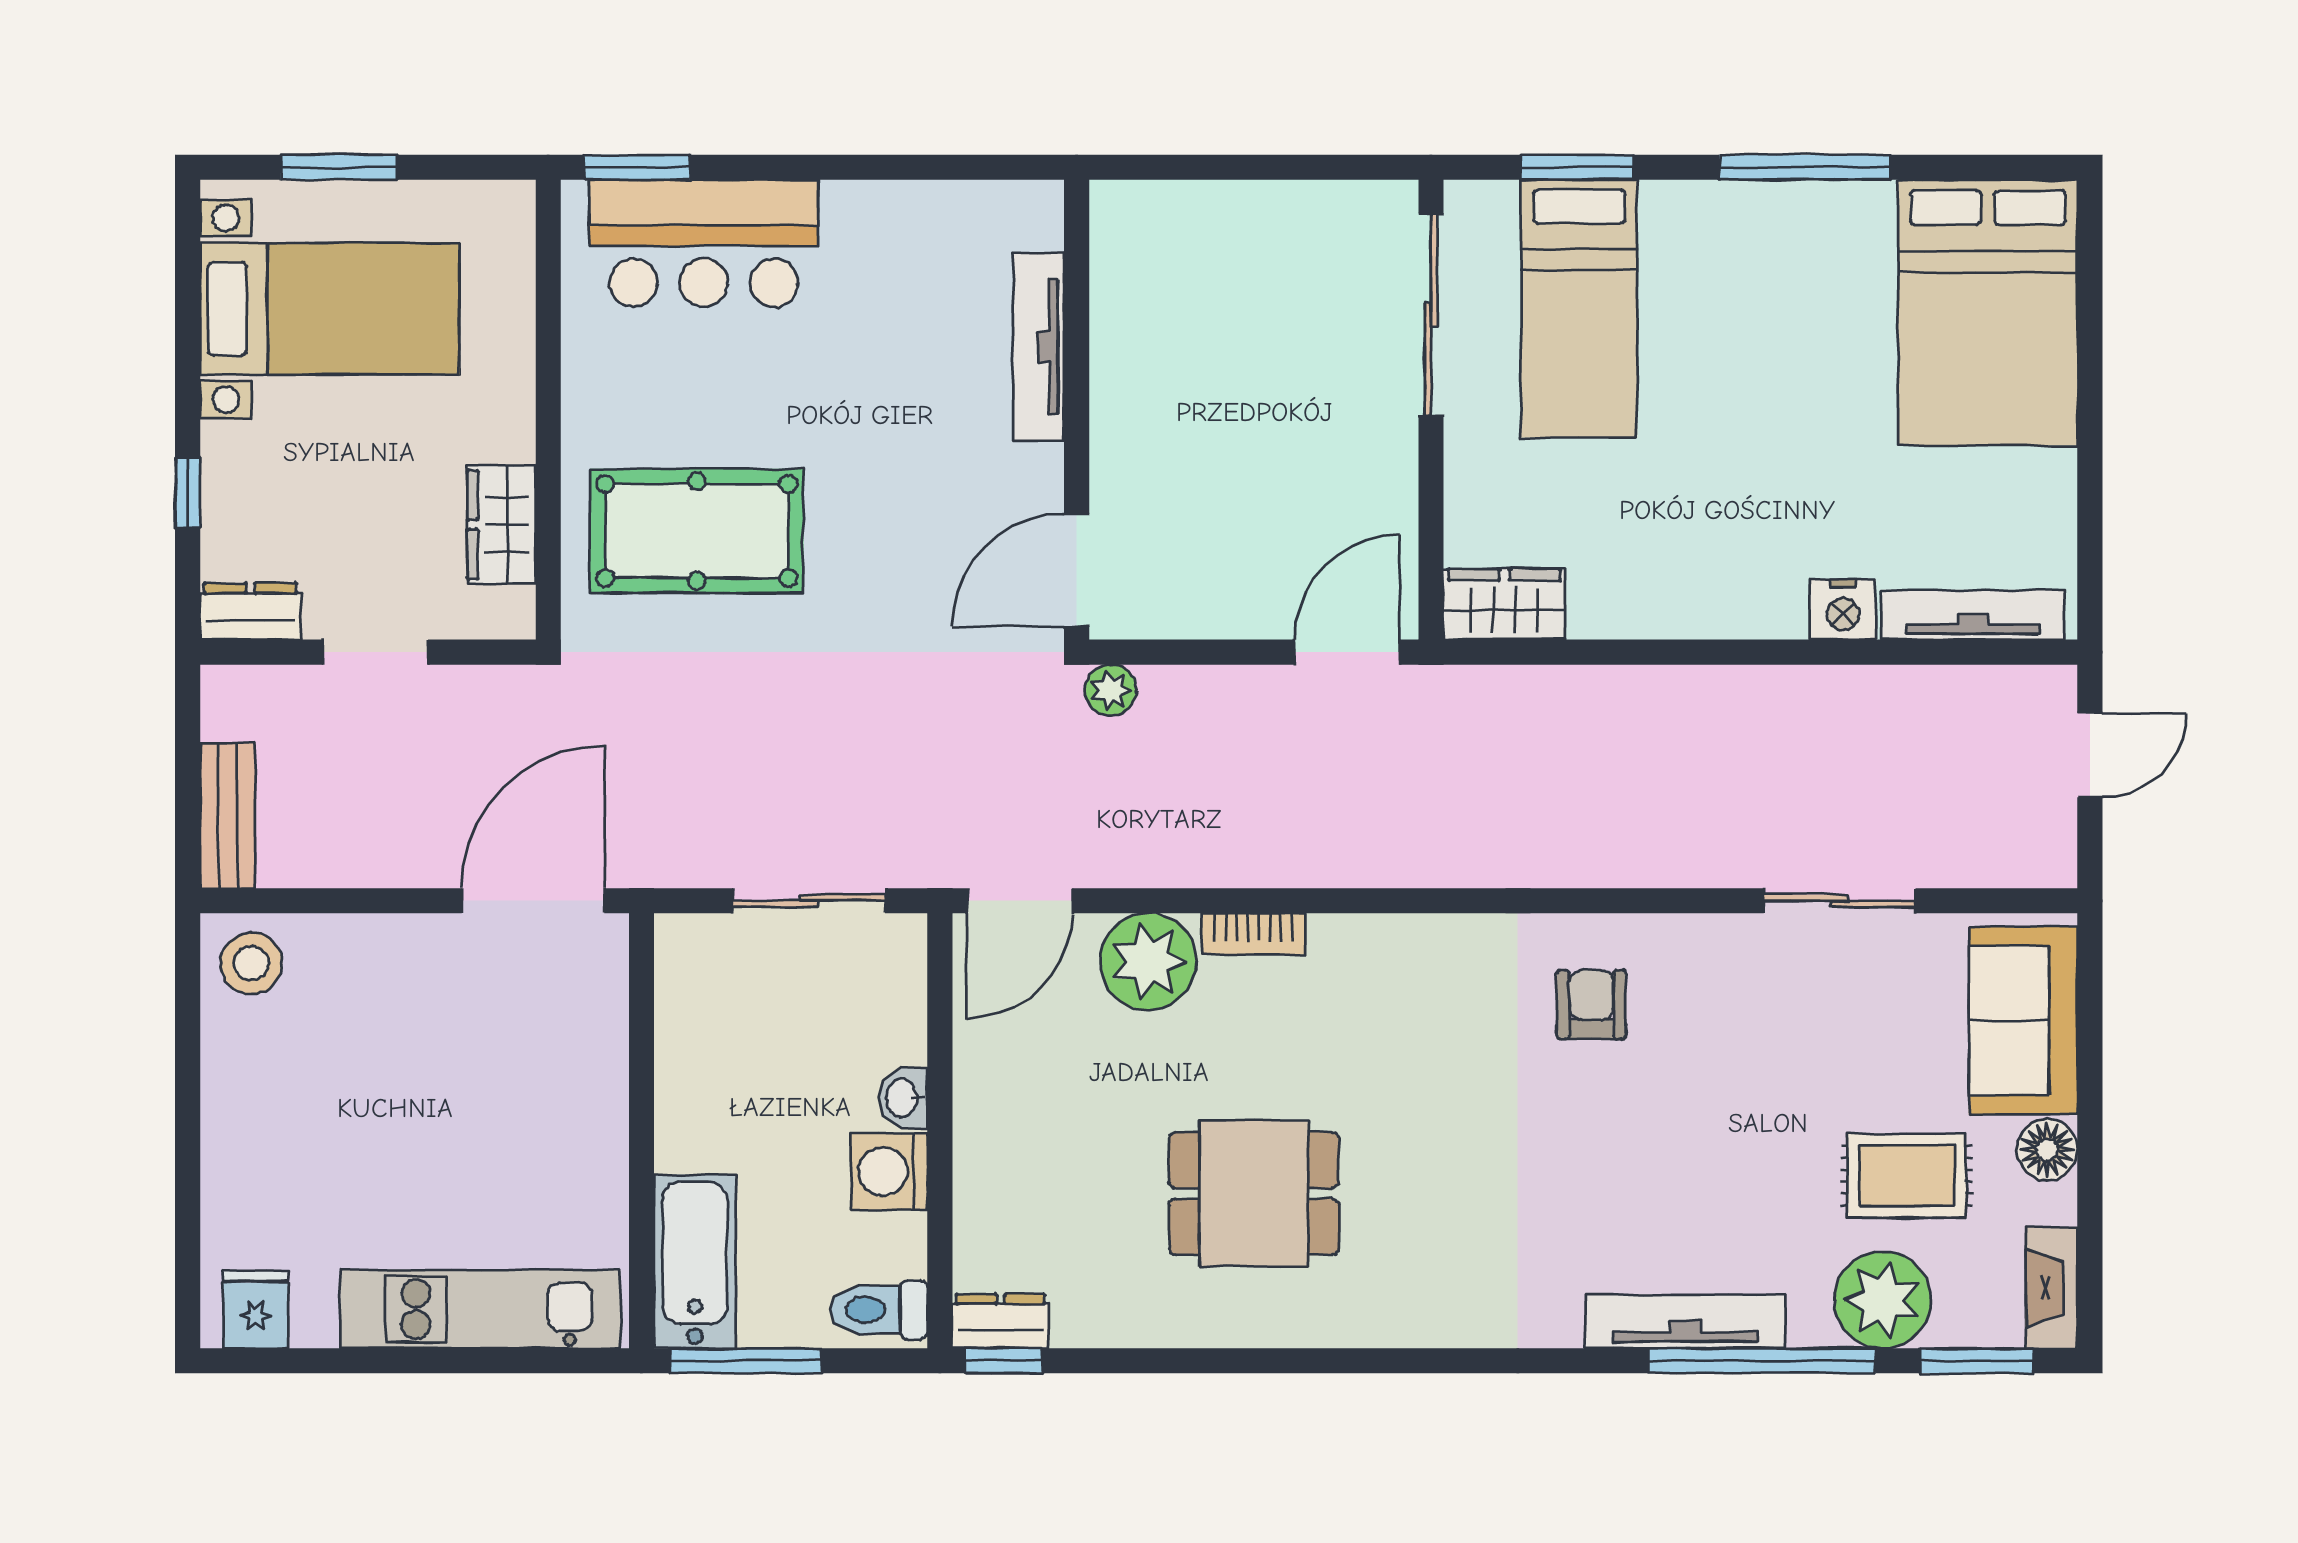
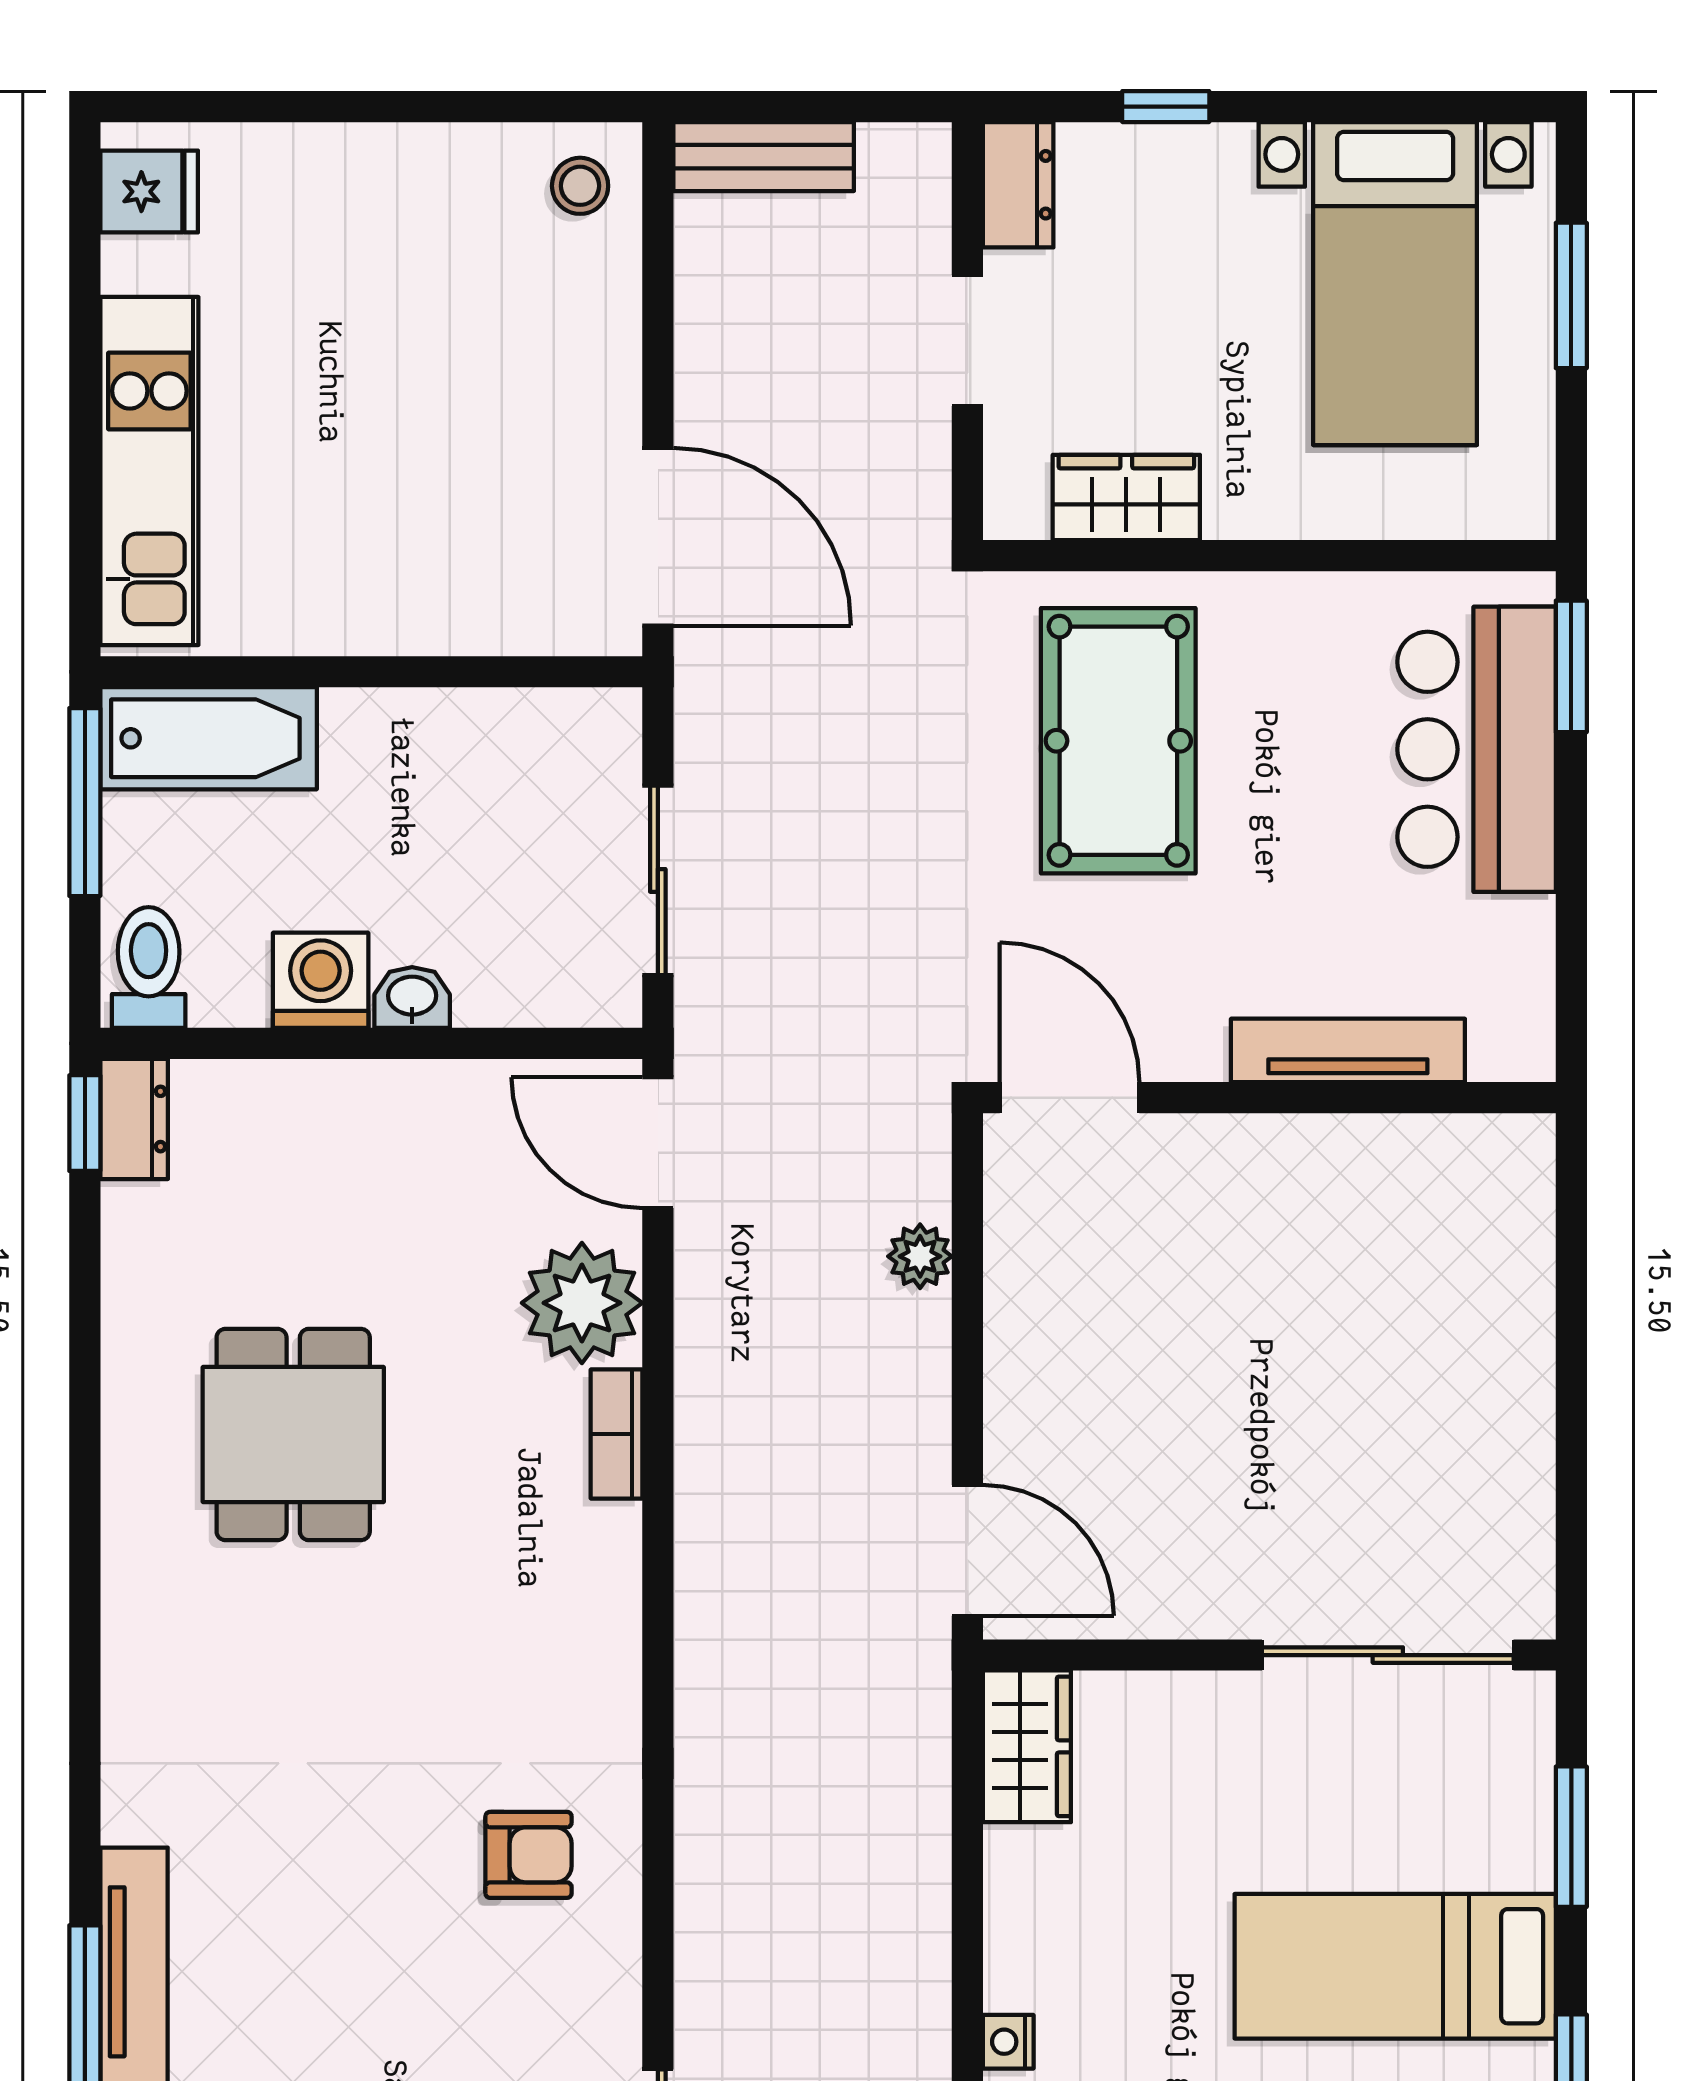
bed: (1579, 309) -> (1395, 1966), moved
tv unit: (1039, 347) -> (1348, 1050), moved
wall: (1077, 410) -> (1269, 1098), moved
door: (1077, 570) -> (1070, 1098), moved
nightstand: (1741, 619) -> (1008, 2042), added
stool: (251, 963) -> (580, 186), width x0.73, depth x0.73

